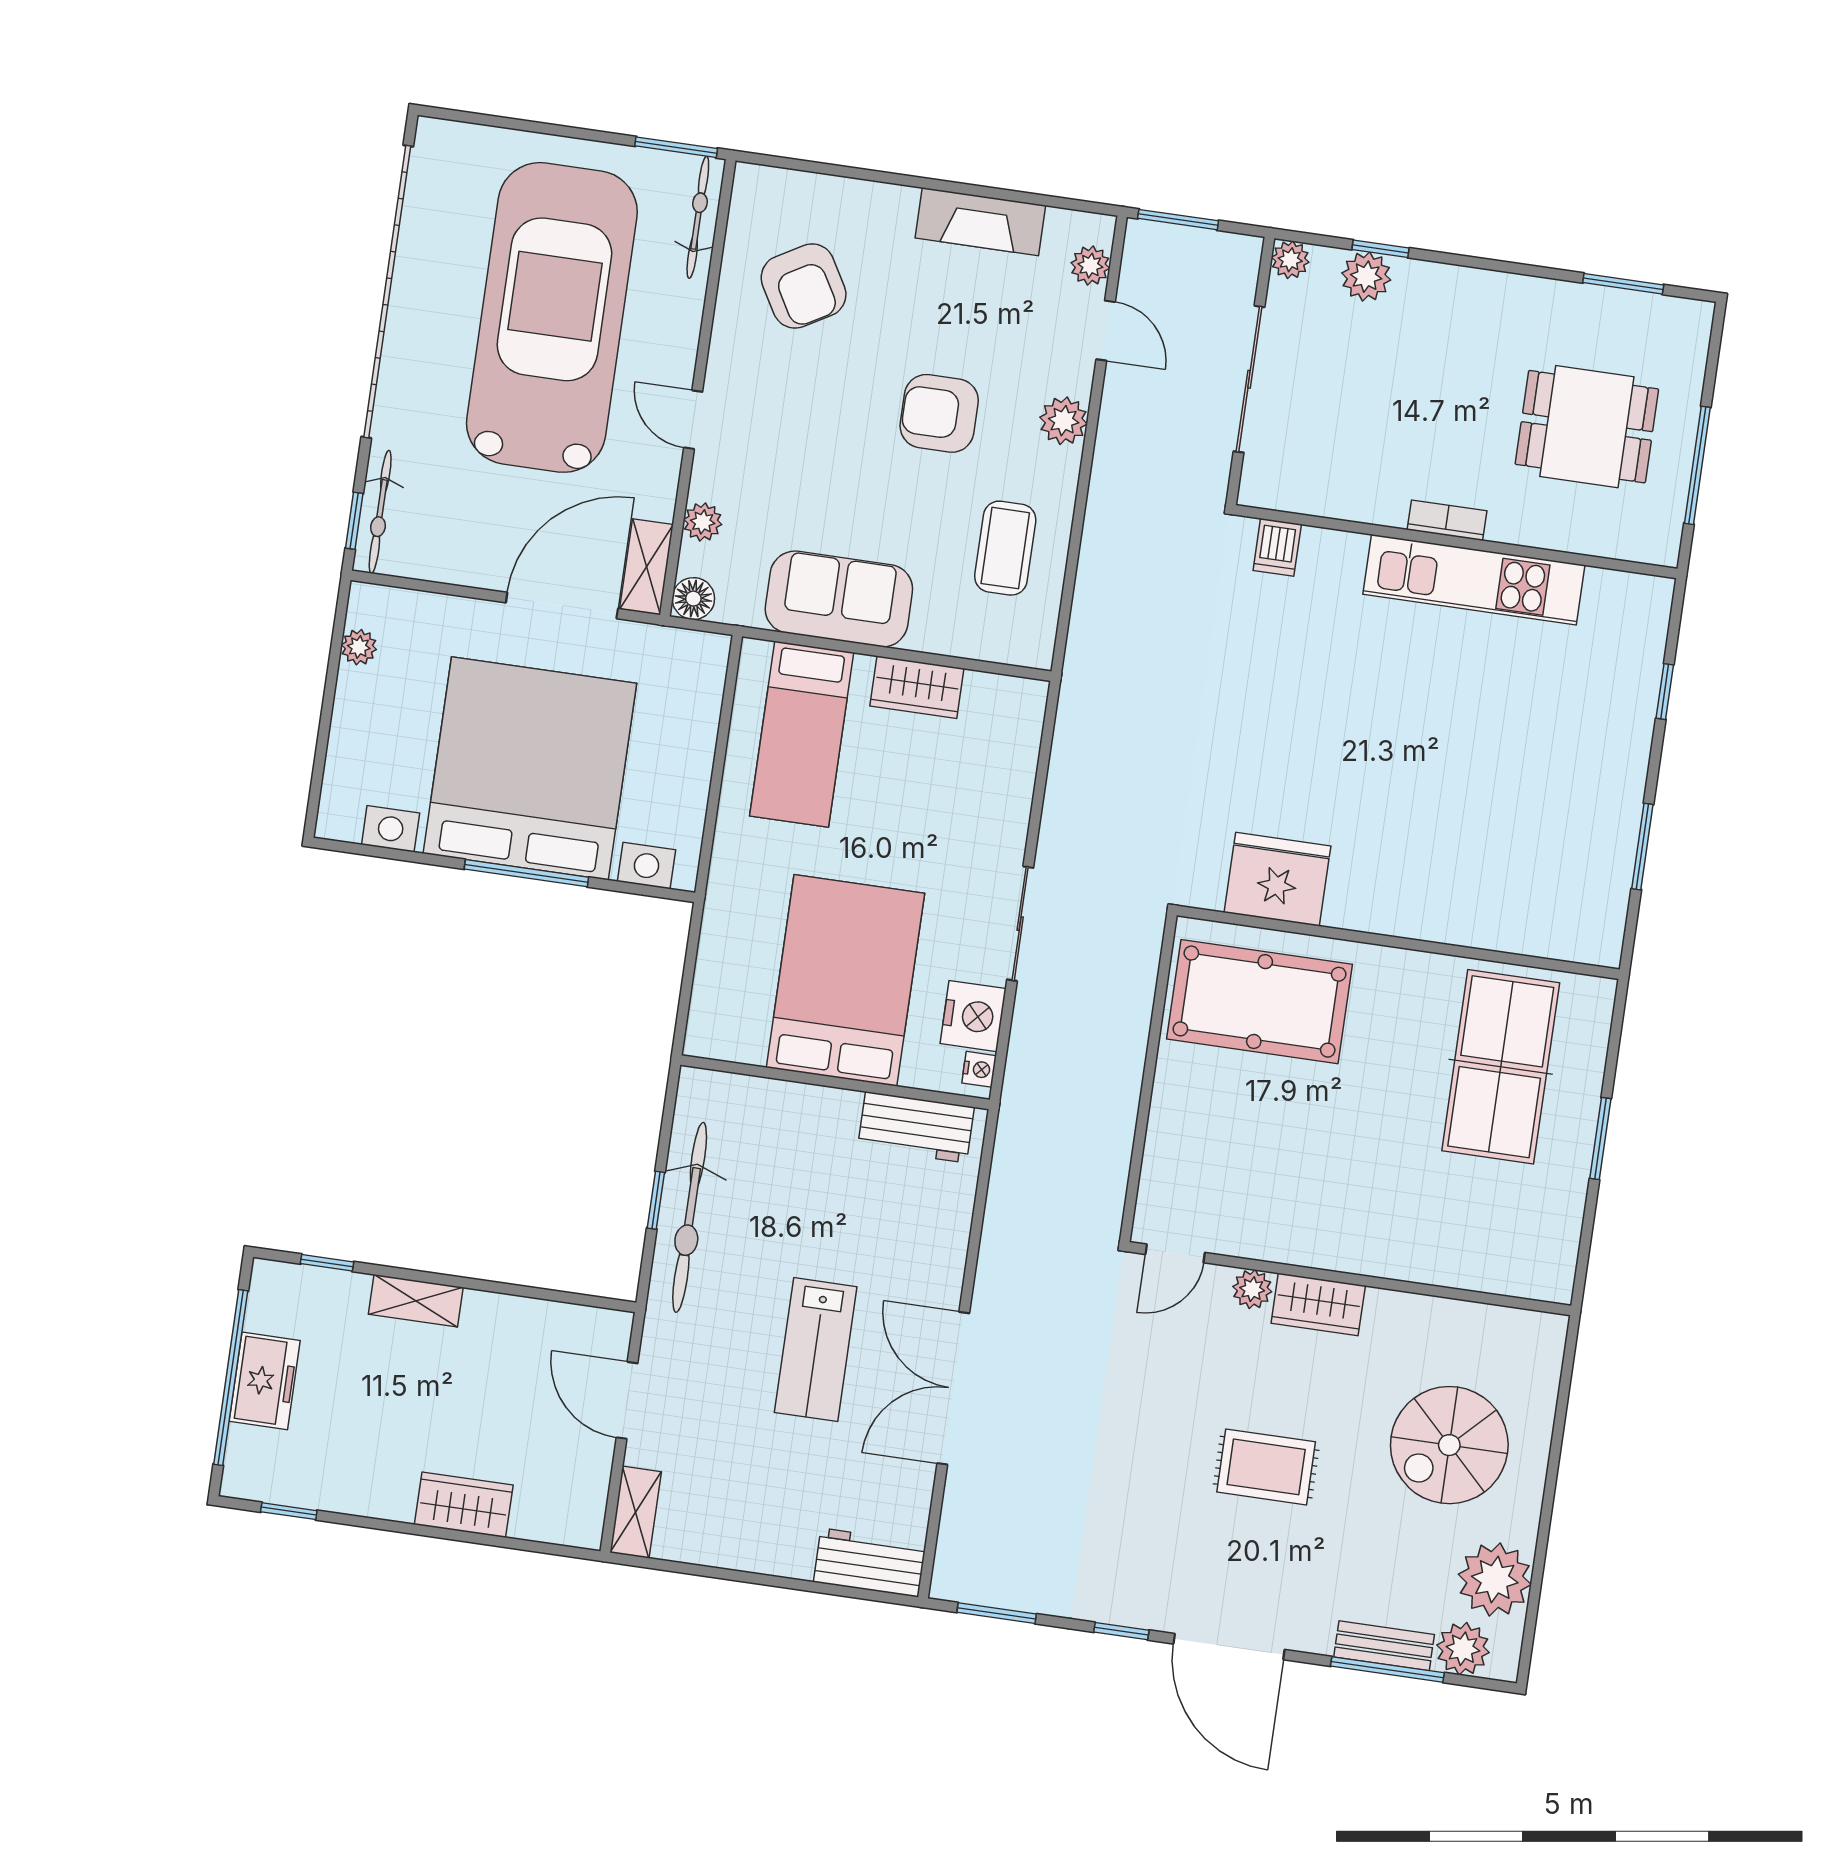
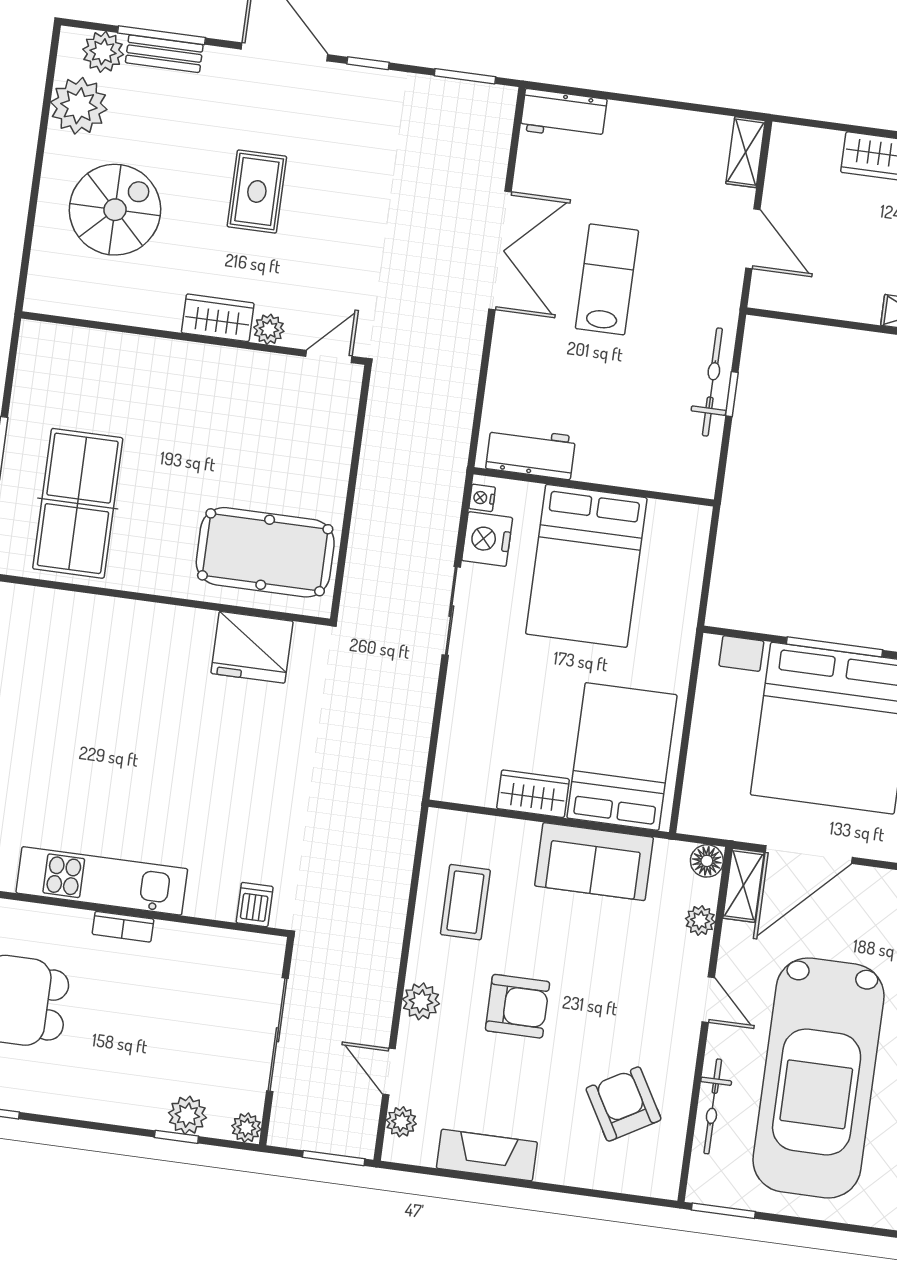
bicycle: (698, 217) -> (713, 1106), moved
bed: (802, 734) -> (622, 756), width x1.50
bicycle: (690, 1217) -> (712, 382), width x0.73, depth x0.71
rug: (1266, 1467) -> (257, 191), turned 90

